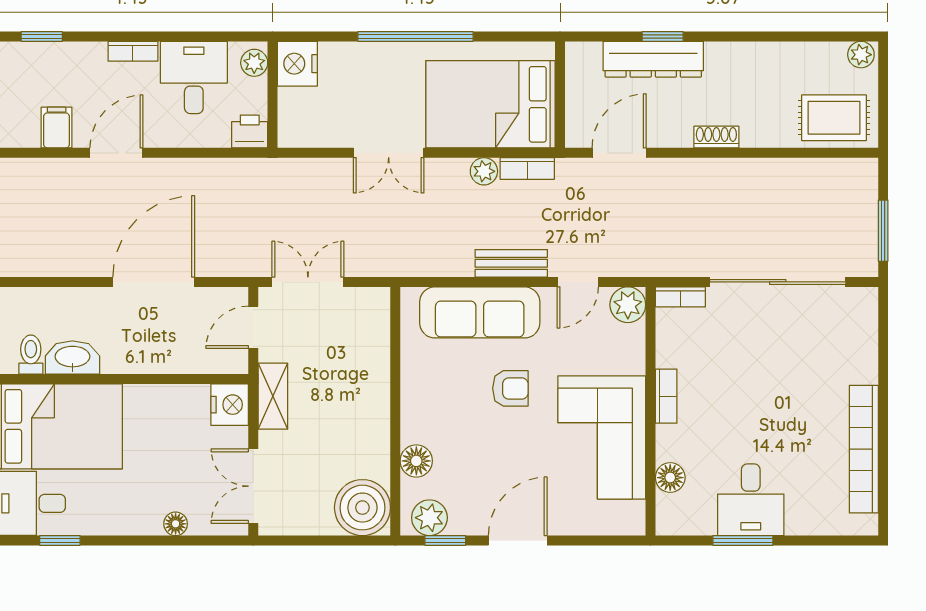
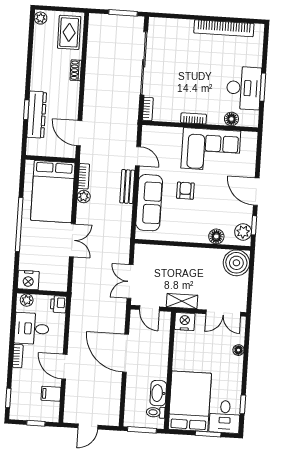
shoe rack: (716, 137) -> (76, 70), moved
plant: (628, 305) -> (150, 134), removed
desk: (751, 500) -> (244, 88), width x1.37

